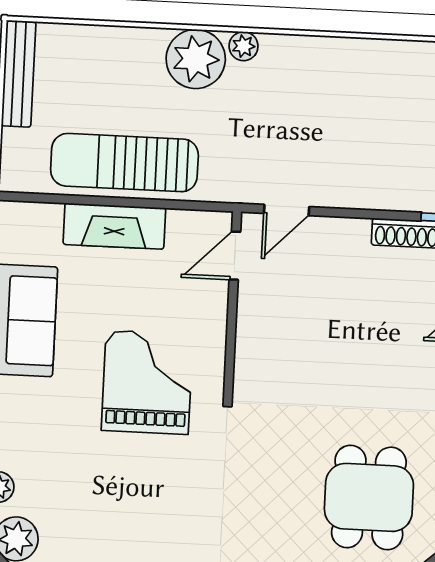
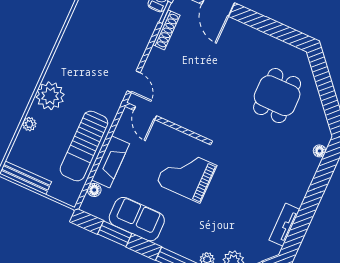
plant: (243, 46) -> (29, 124), moved
floor lamp: (47, 216) -> (94, 190), added
dining table: (369, 497) -> (277, 96), turned 90

